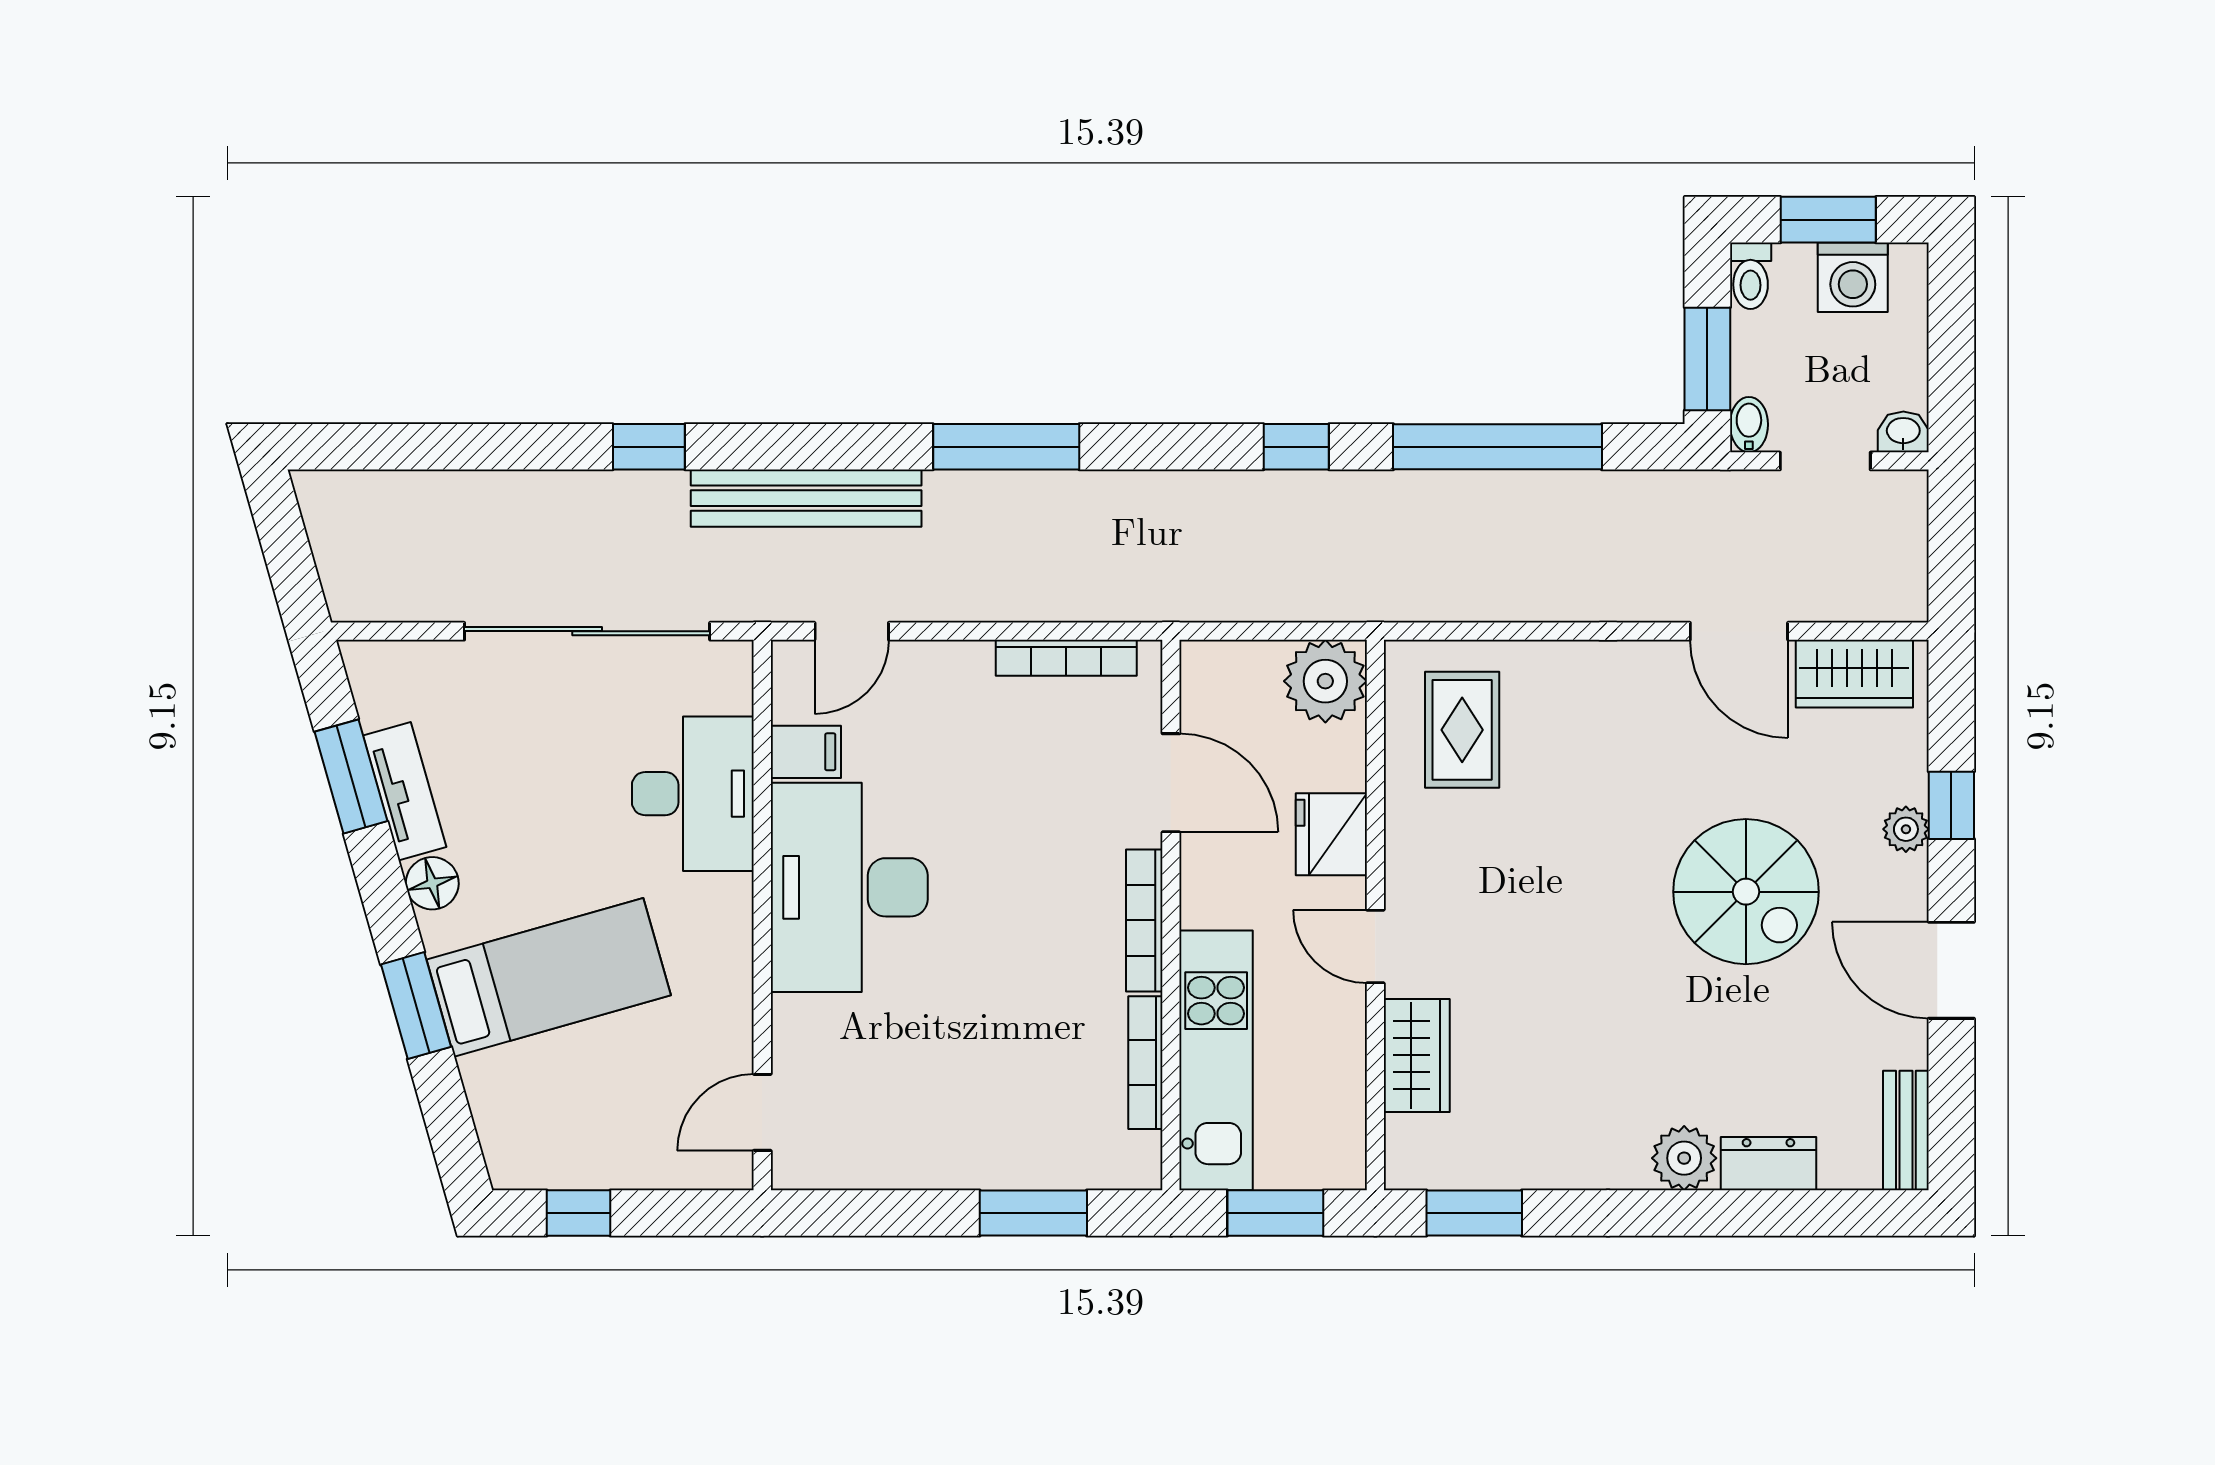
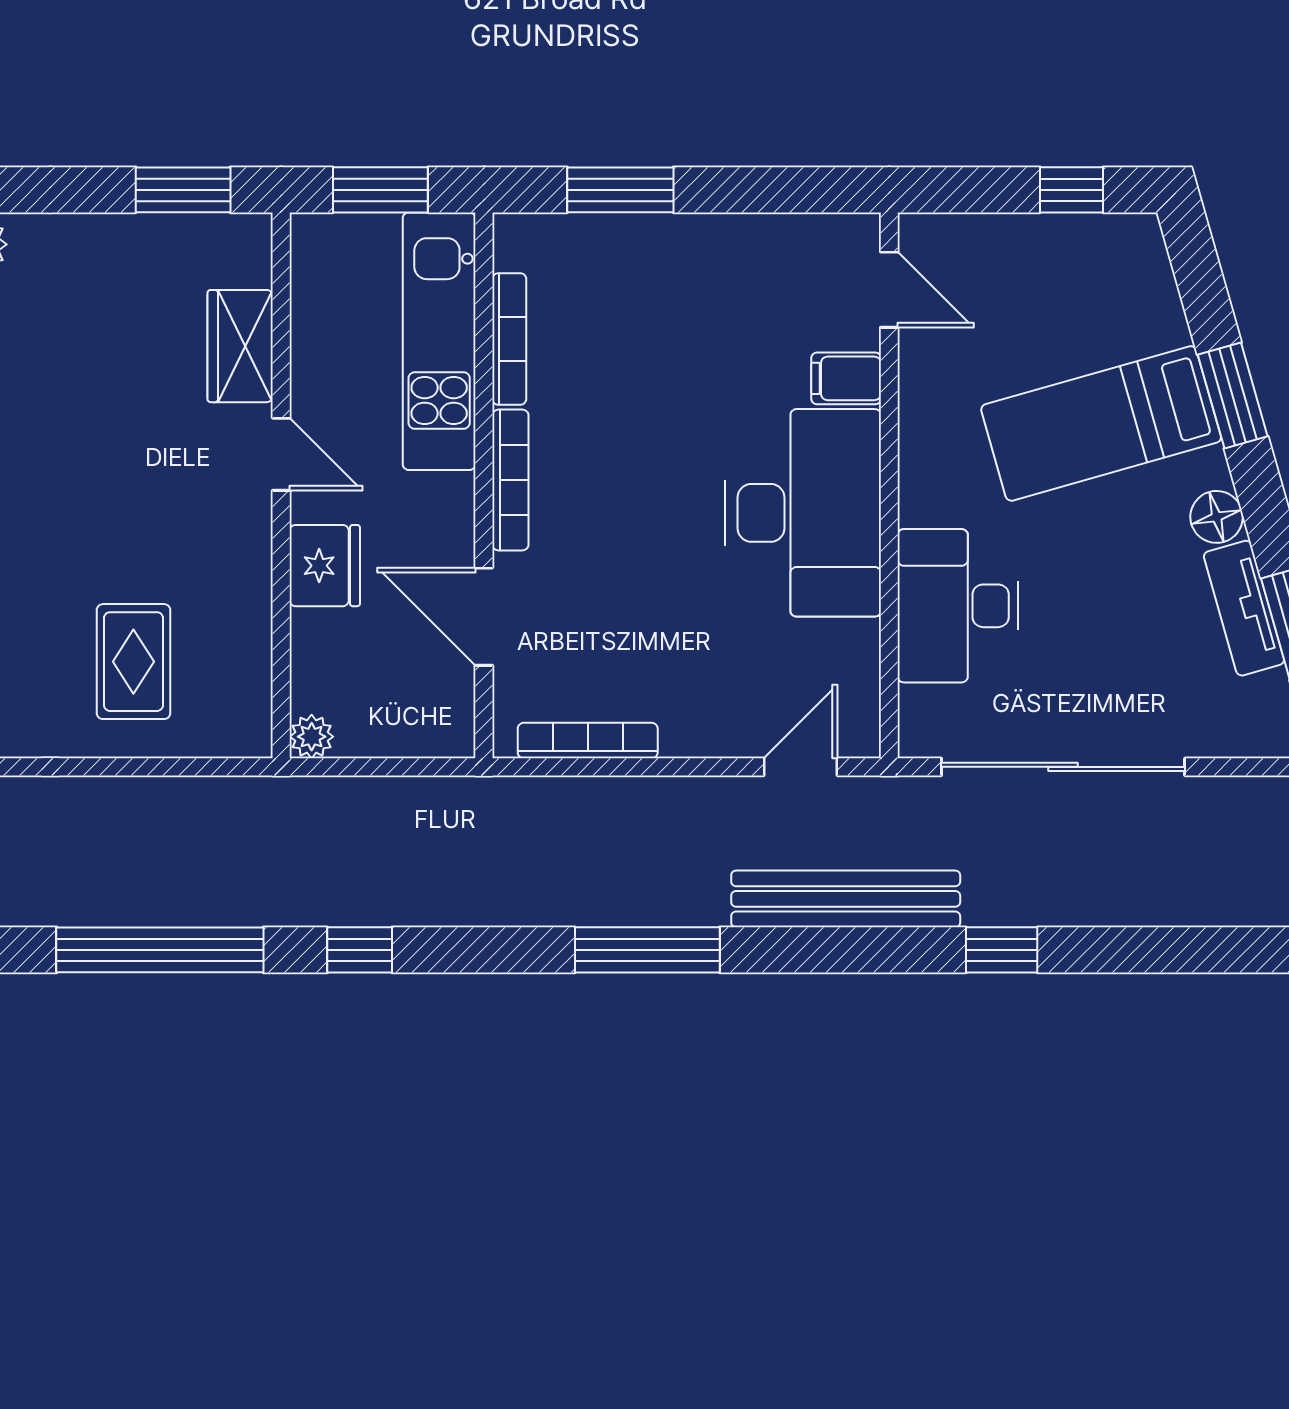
plant: (1325, 681) -> (312, 737), width x0.53, depth x0.53
rug: (1462, 730) -> (133, 662), moved
filing cabinet: (806, 752) -> (846, 378), moved
door: (762, 1112) -> (889, 290), hinge flipped

